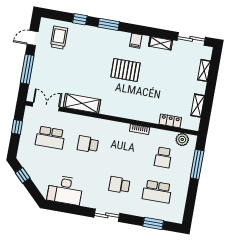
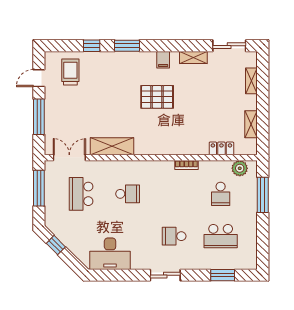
window: (17, 127) -> (39, 188), width x2.17
school desk: (50, 138) -> (81, 194), turned 90
school desk: (88, 144) -> (128, 194), turned 180

